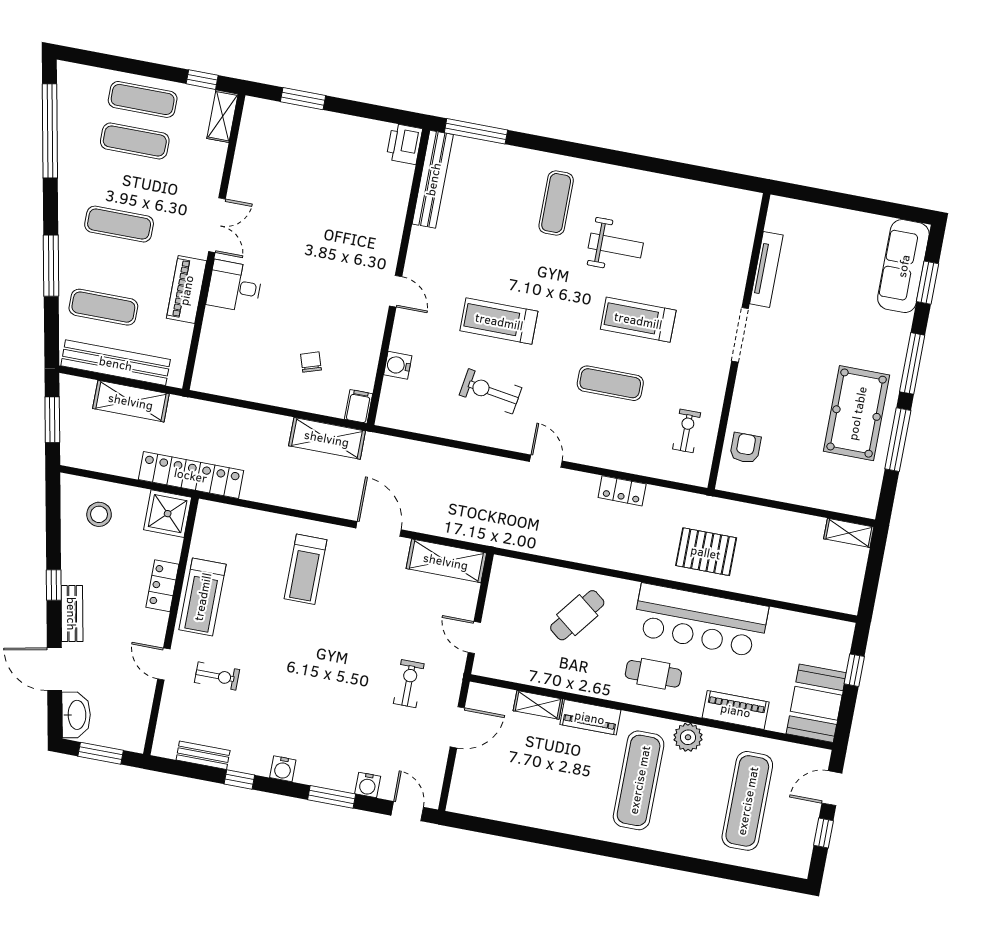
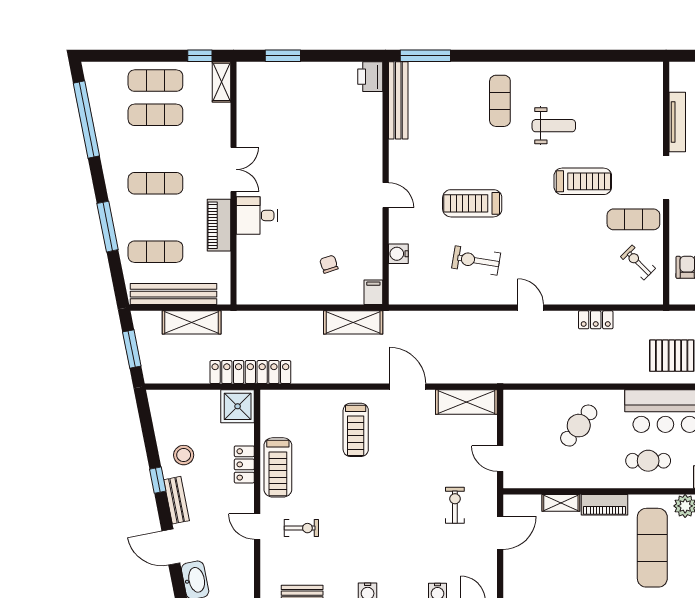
treadmill: (638, 320) -> (583, 181), turned 180
exercise mat: (610, 383) -> (633, 219), moved
exercise bike: (687, 431) -> (638, 263), turned -45
stool: (99, 514) -> (184, 455), moved

